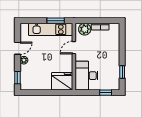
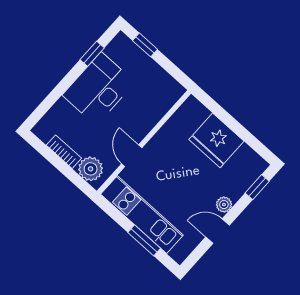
window: (56, 21) -> (144, 240), moved
door: (74, 48) -> (132, 156), swing flipped
desk: (87, 76) -> (99, 89), moved, turned 180
fridge: (62, 81) -> (216, 140), moved

